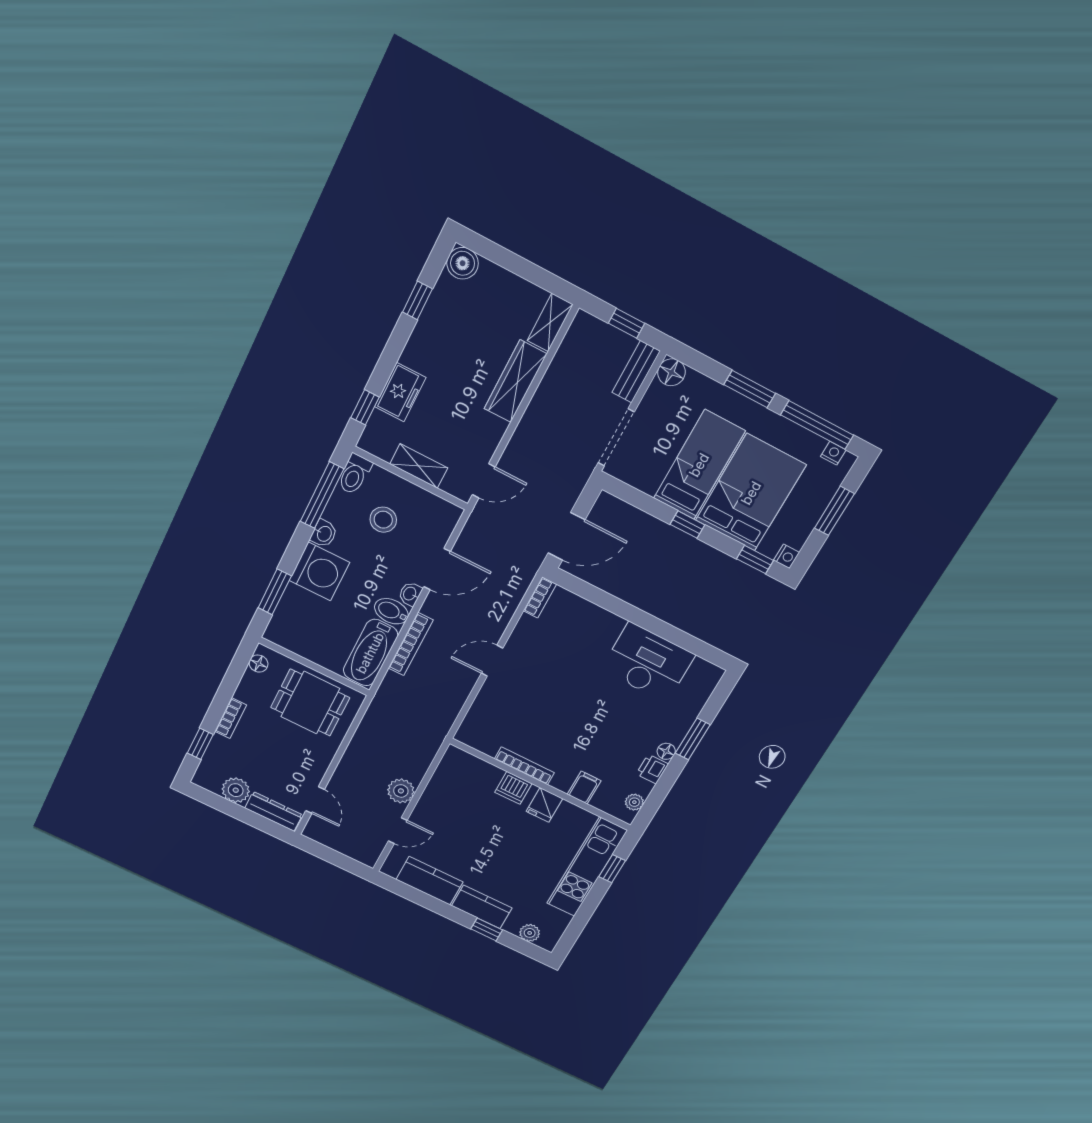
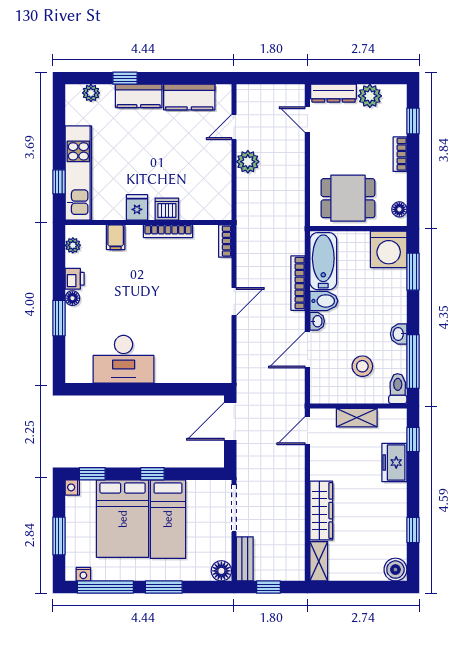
washing machine: (319, 571) -> (389, 249), moved, turned -90
bookcase: (540, 598) -> (225, 241), moved

